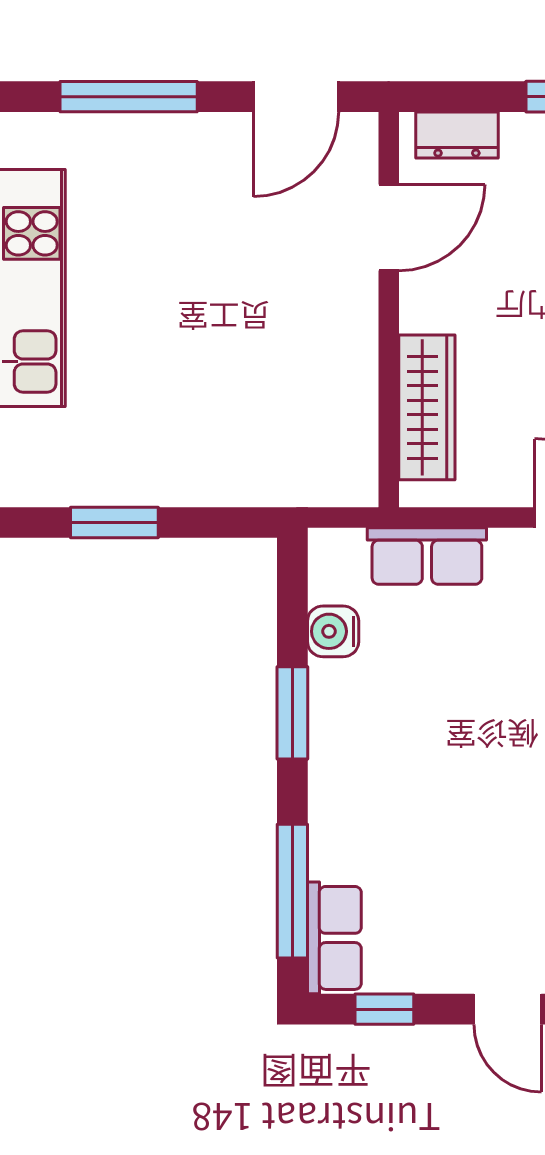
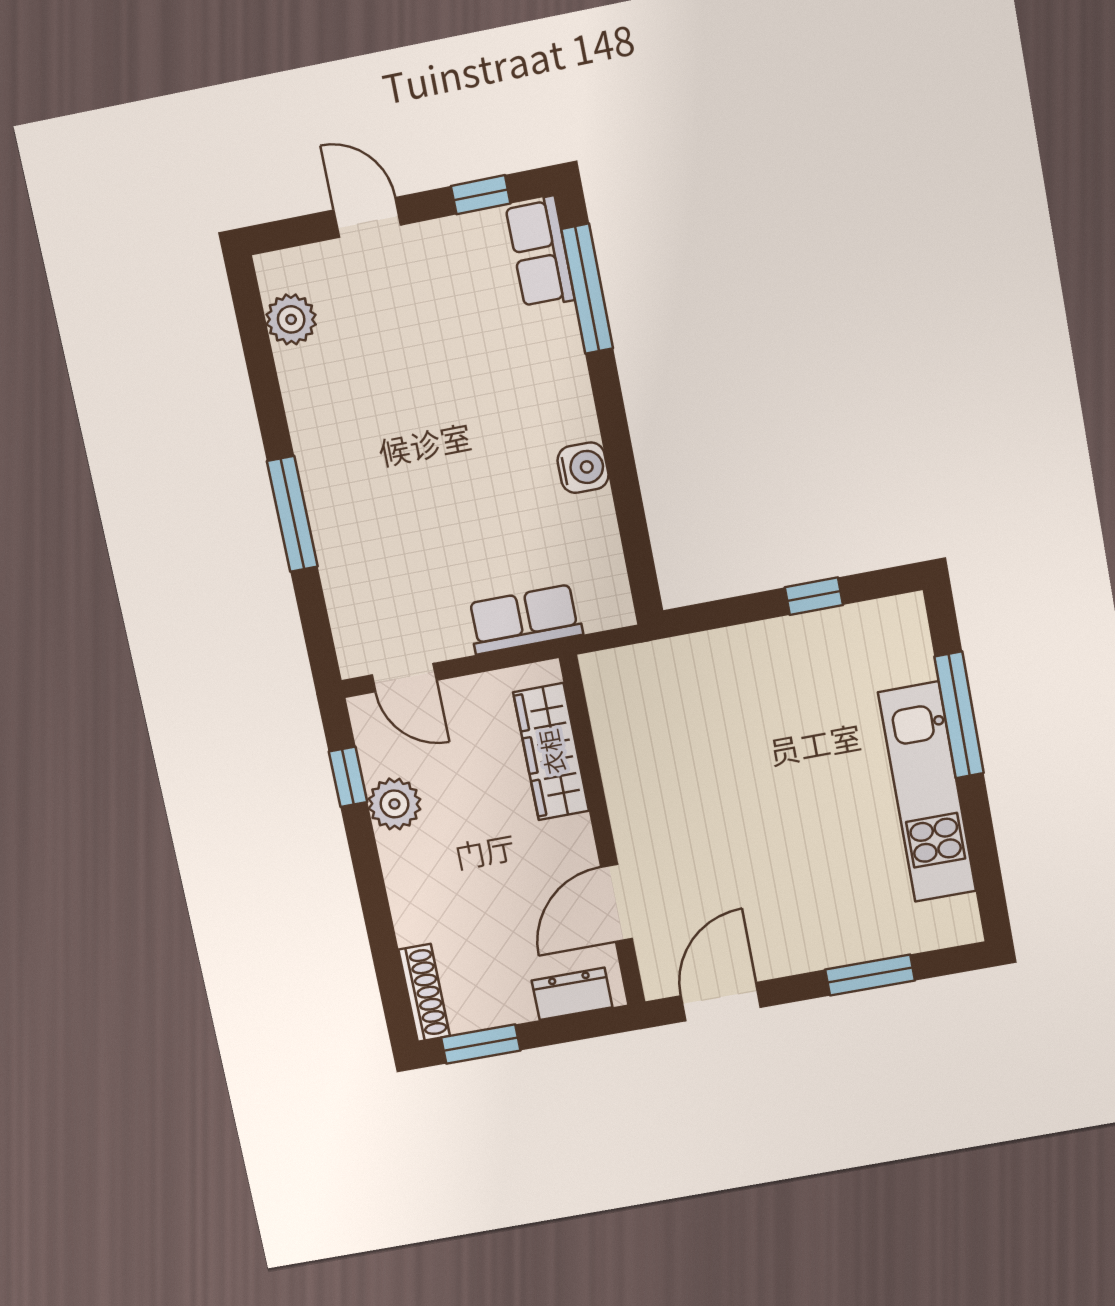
window: (129, 97) -> (870, 975), width x0.69
window: (114, 522) -> (814, 596), width x0.67
water cooler: (333, 631) -> (583, 468), moved
window: (292, 713) -> (619, 454), removed

